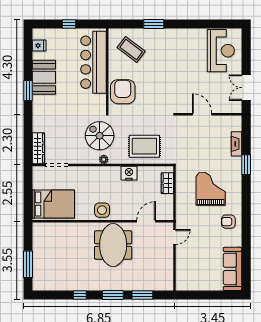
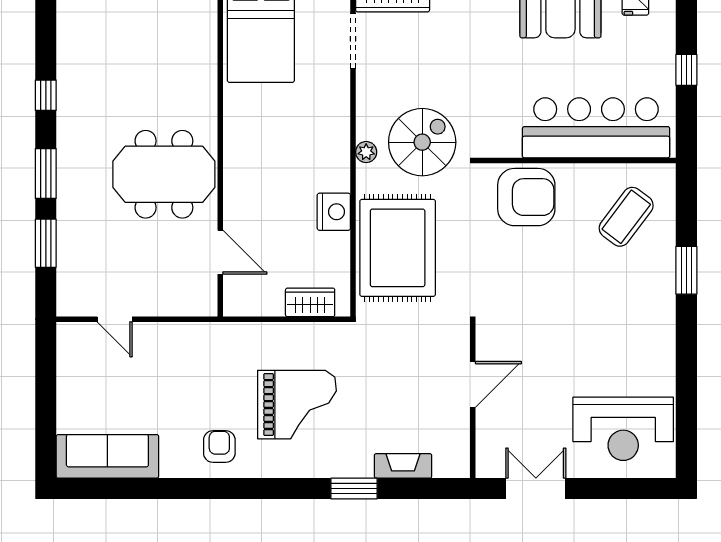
rug: (144, 146) -> (398, 248), width x1.37, depth x1.44
side table: (102, 210) -> (246, 148), removed
door: (174, 237) -> (115, 319), moved

